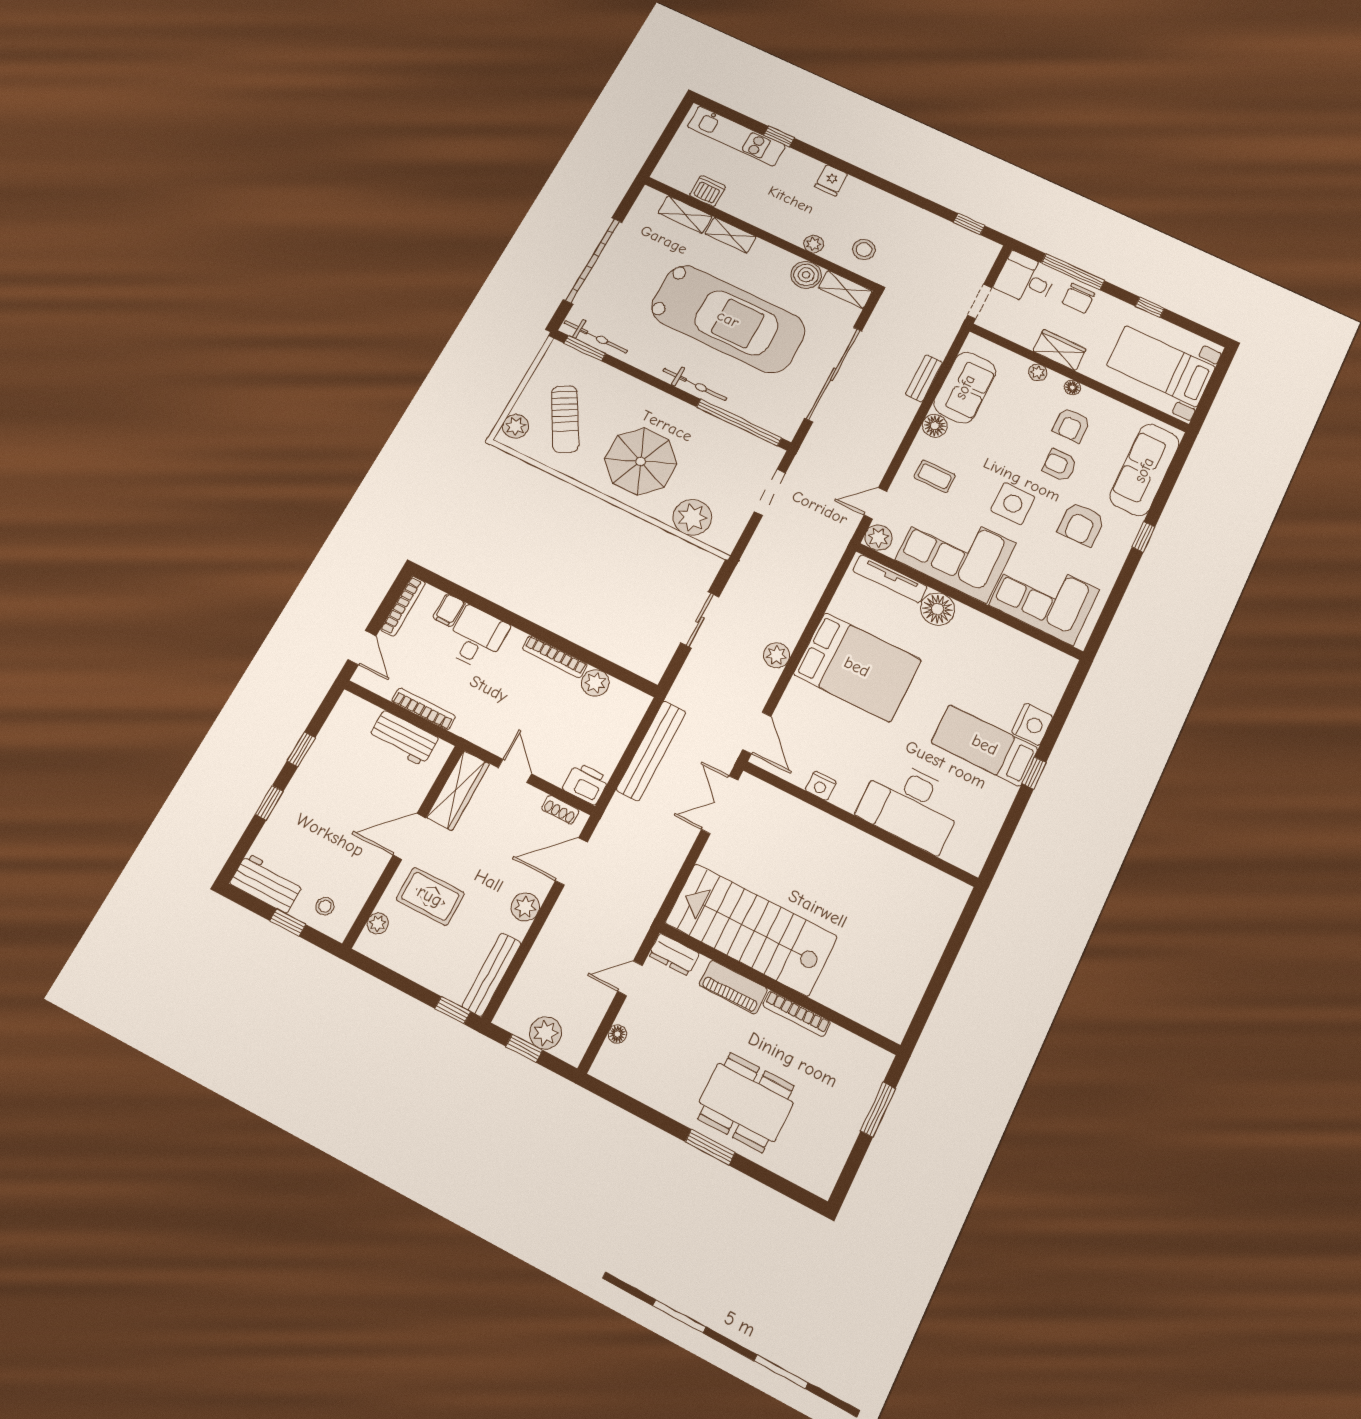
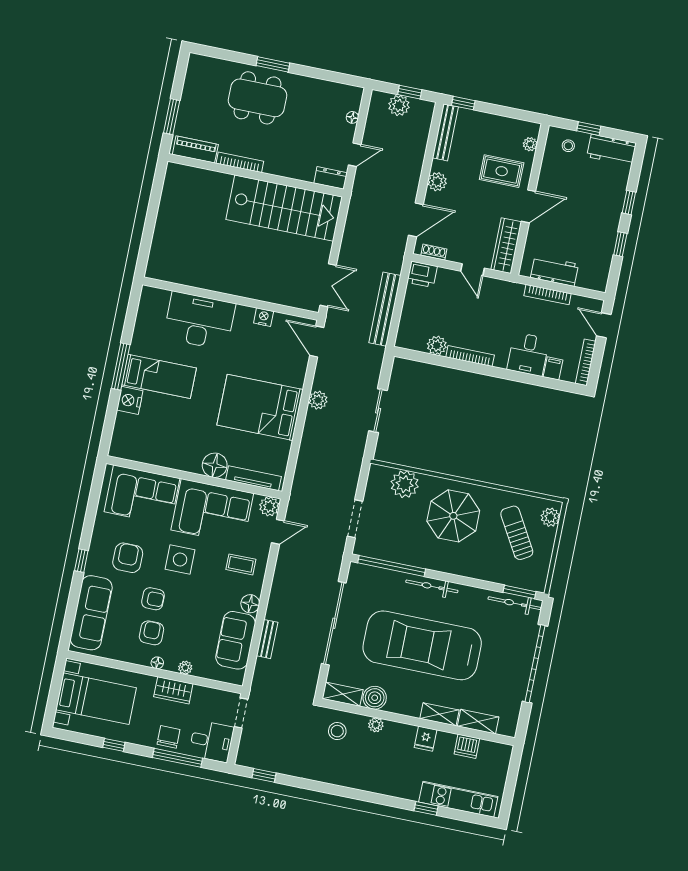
fridge: (831, 180) -> (426, 739), moved, turned 180
window: (1034, 773) -> (121, 367), width x2.17
piano: (733, 987) -> (195, 149), moved

